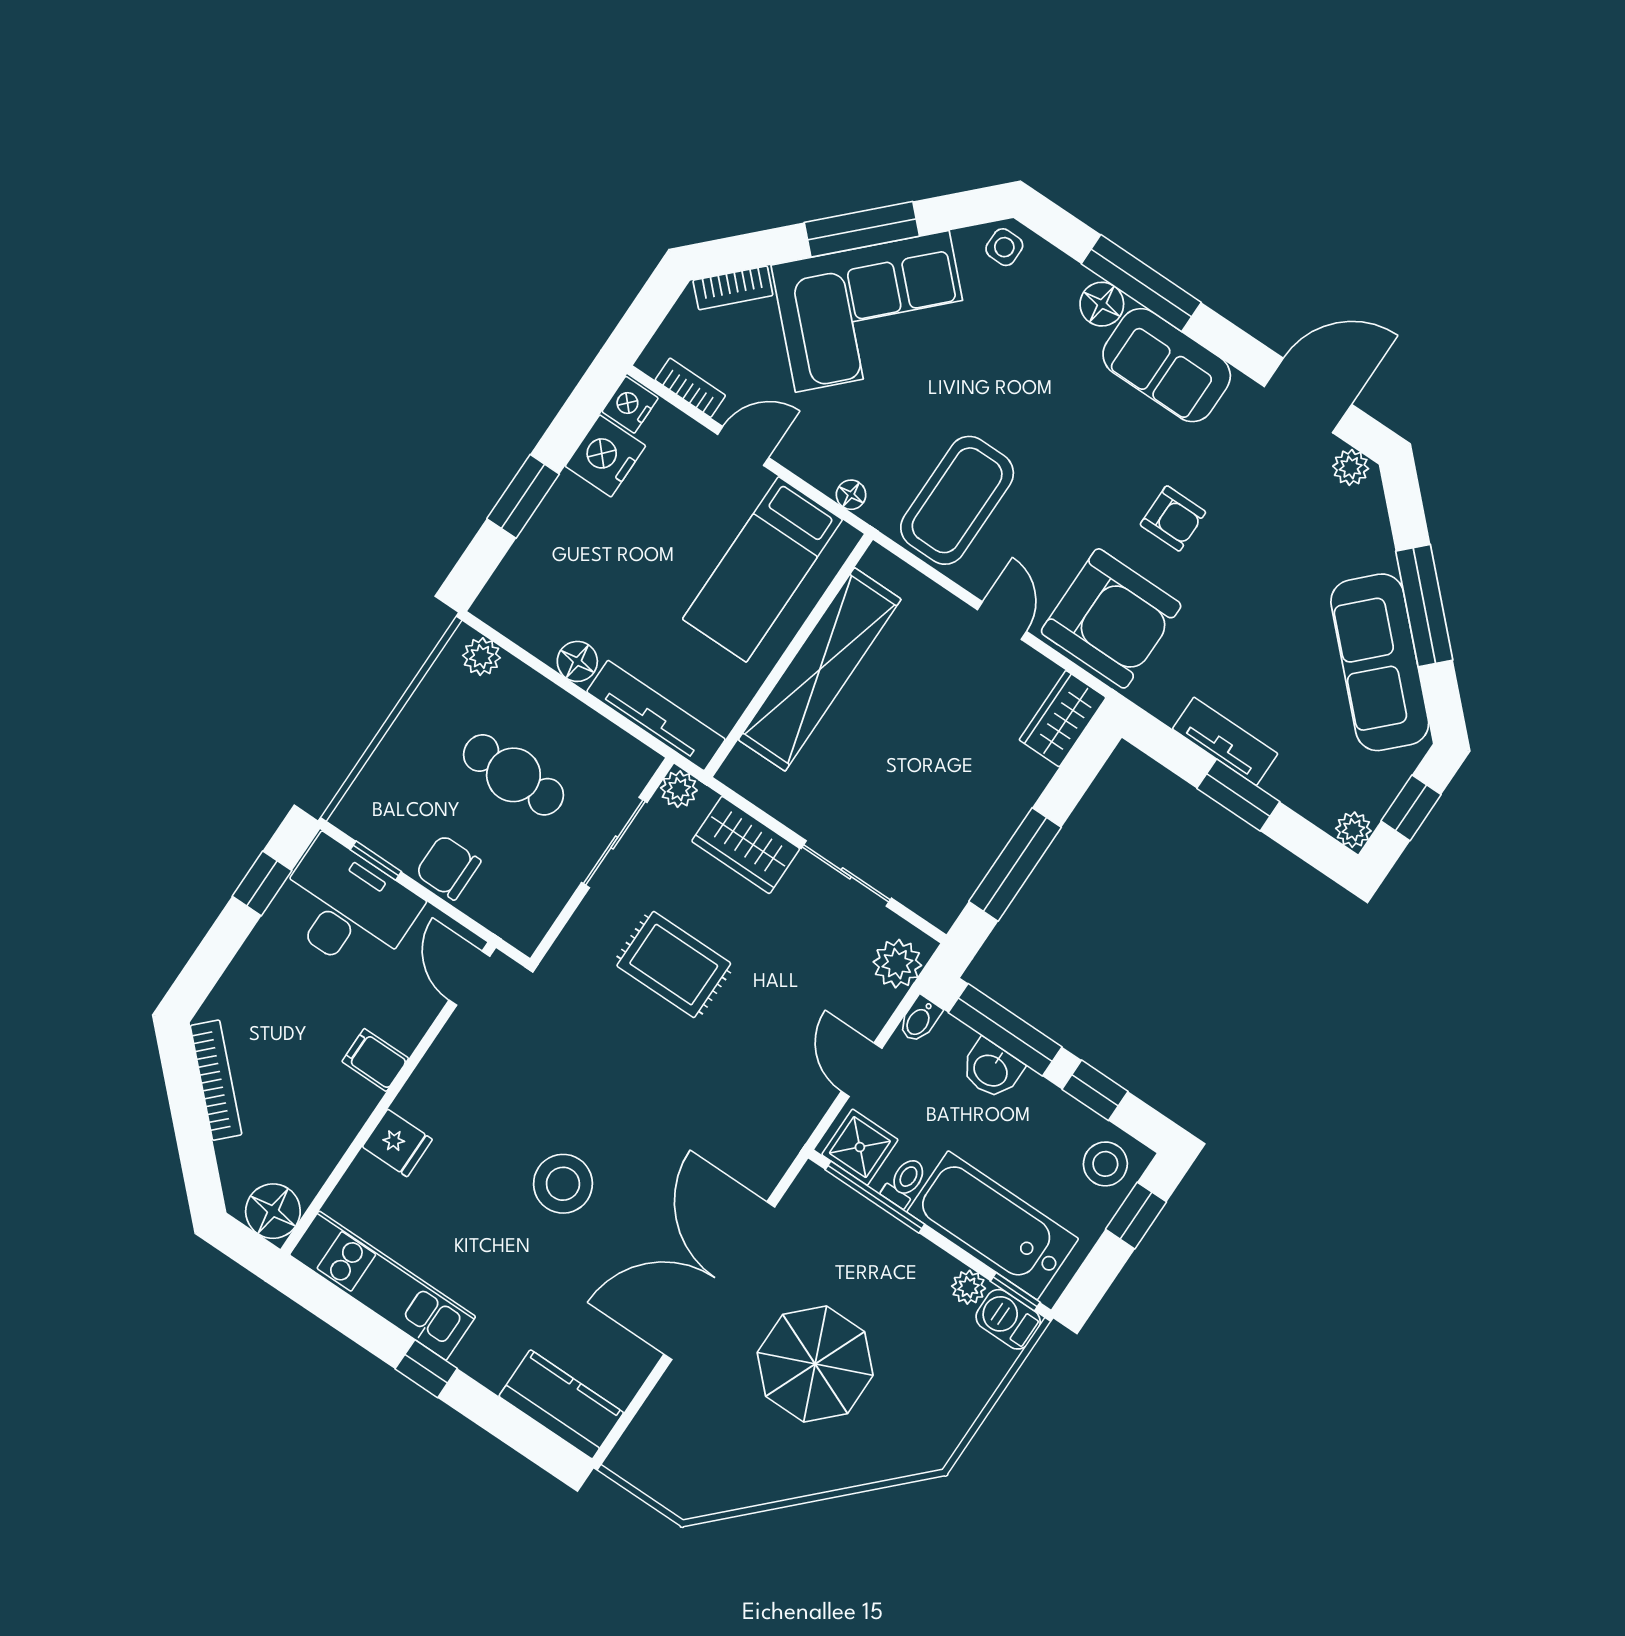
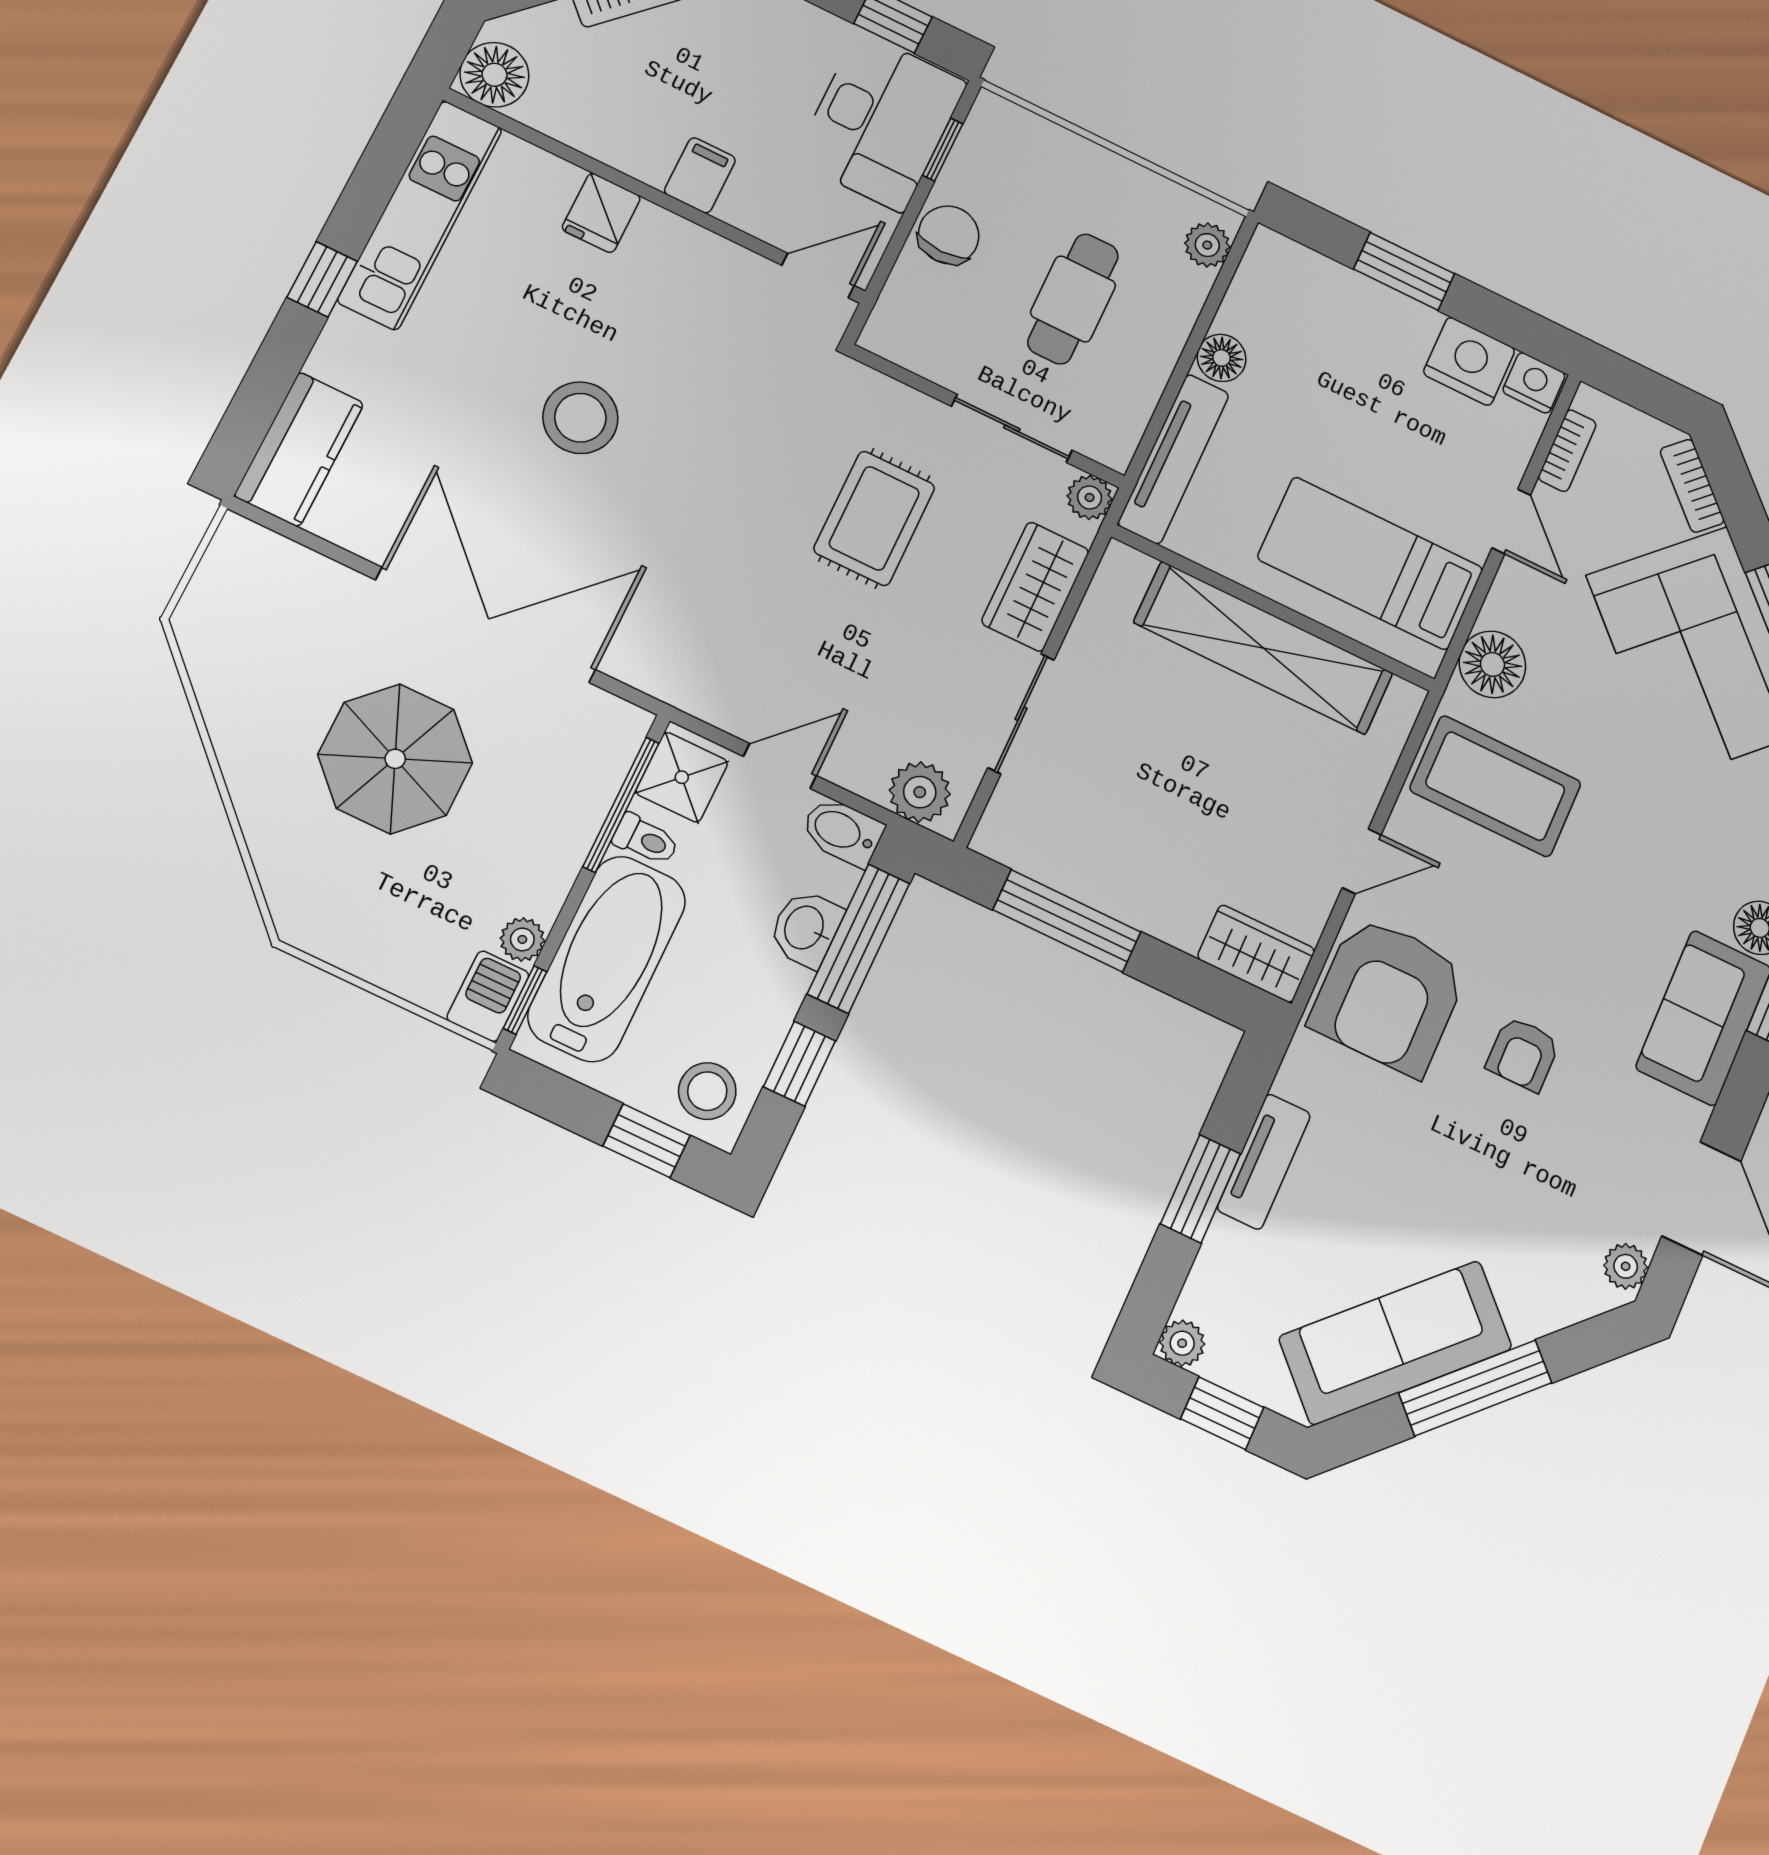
floor lamp: (851, 495) -> (1492, 664), width x1.89, depth x1.89
bidet: (920, 1020) -> (842, 832), width x1.38, depth x1.36

